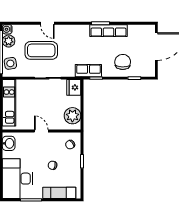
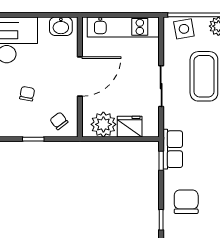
chair: (123, 62) -> (186, 202), turned -92
fridge: (74, 87) -> (130, 127), moved
door: (41, 131) -> (80, 76), width x1.88

